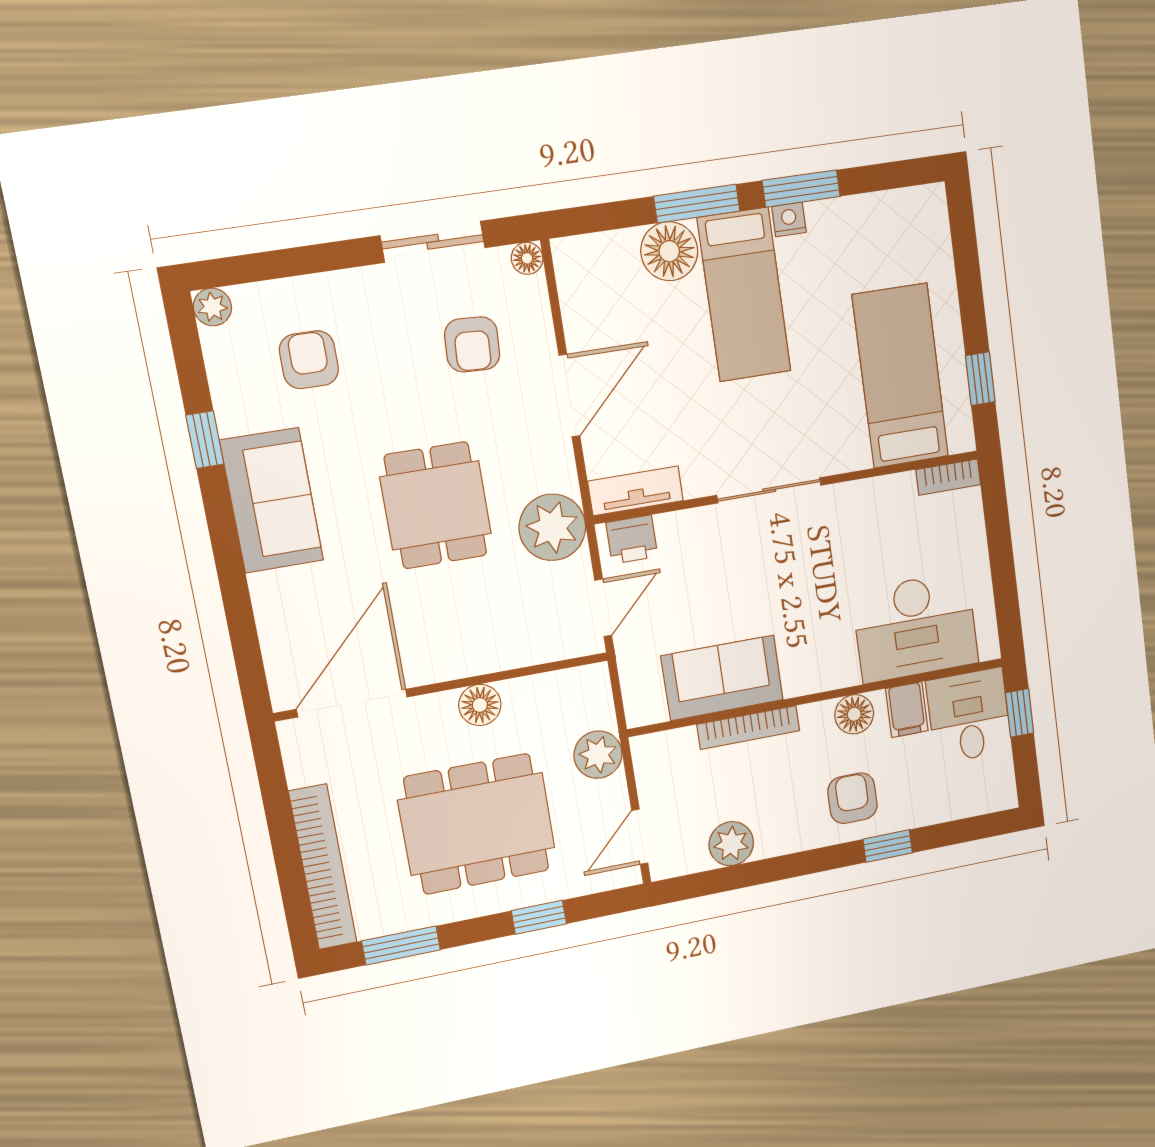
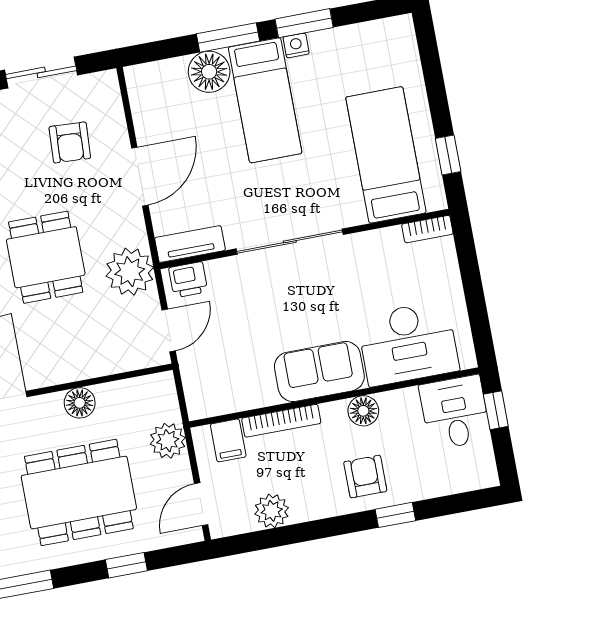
floor lamp: (527, 258) -> (107, 81), removed
sliding door: (769, 490) -> (290, 242), width x1.37
sofa: (722, 678) -> (319, 372), moved
filing cabinet: (907, 710) -> (228, 440), moved

